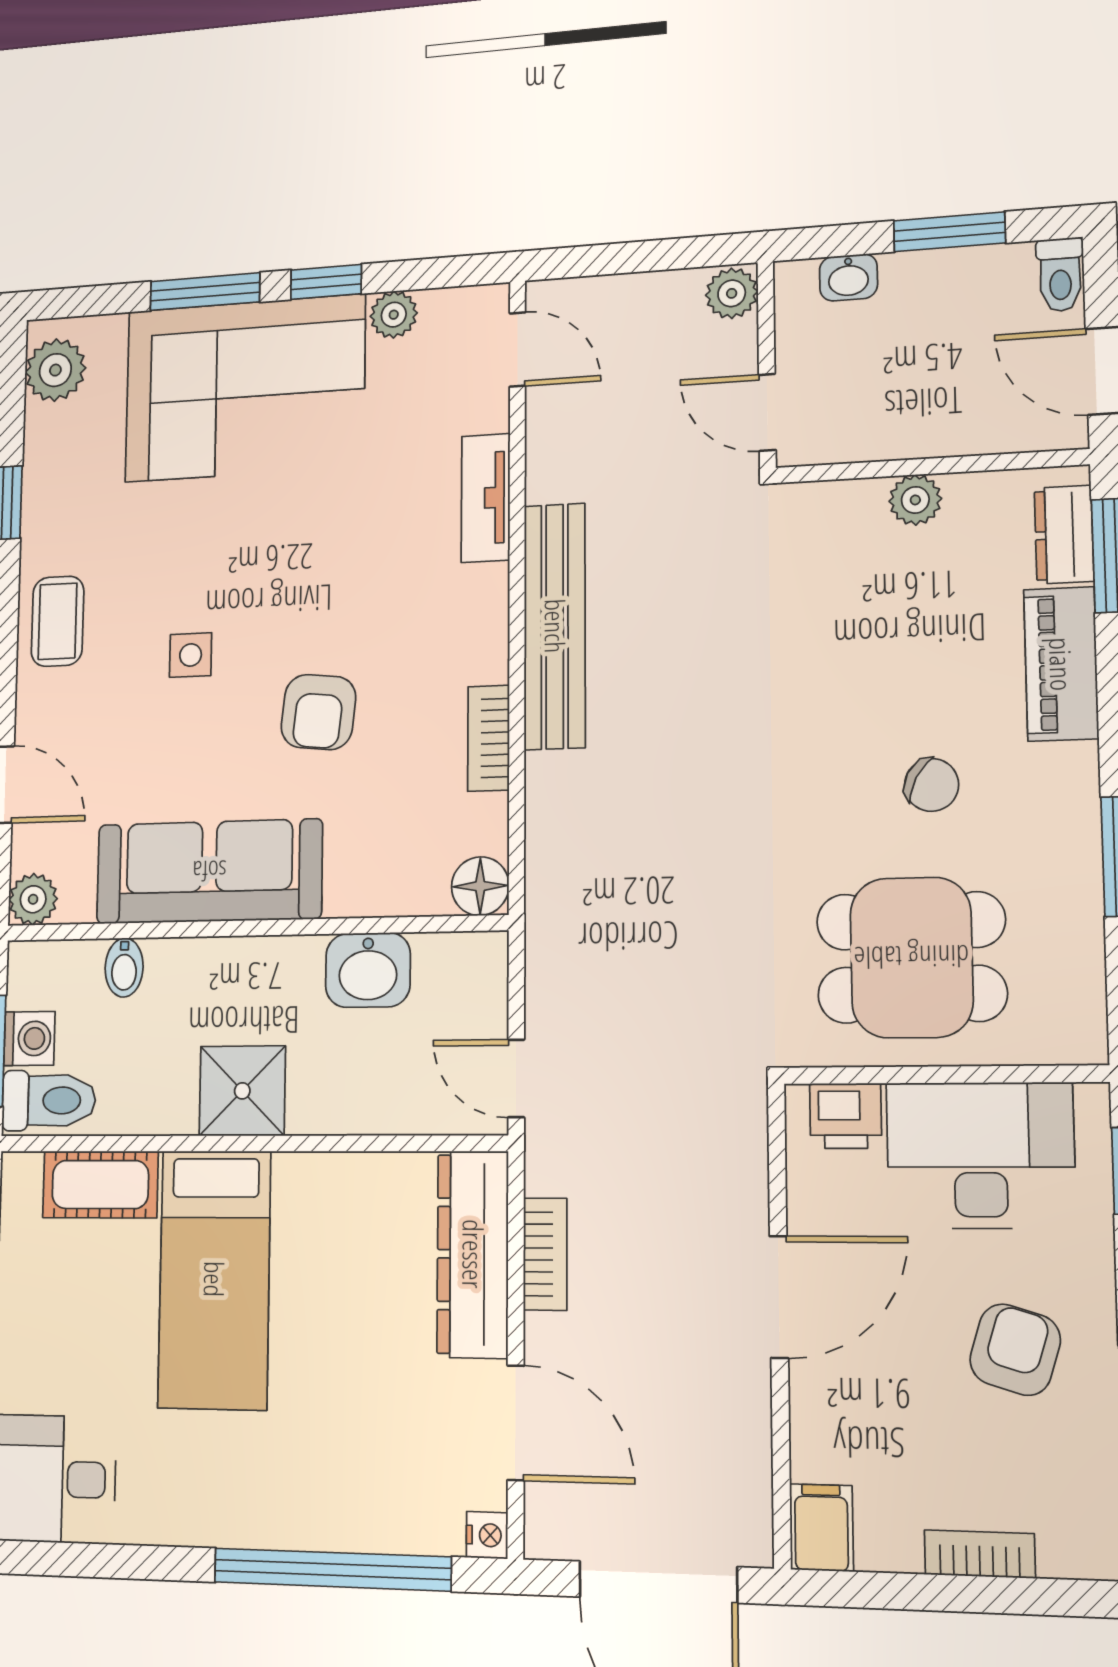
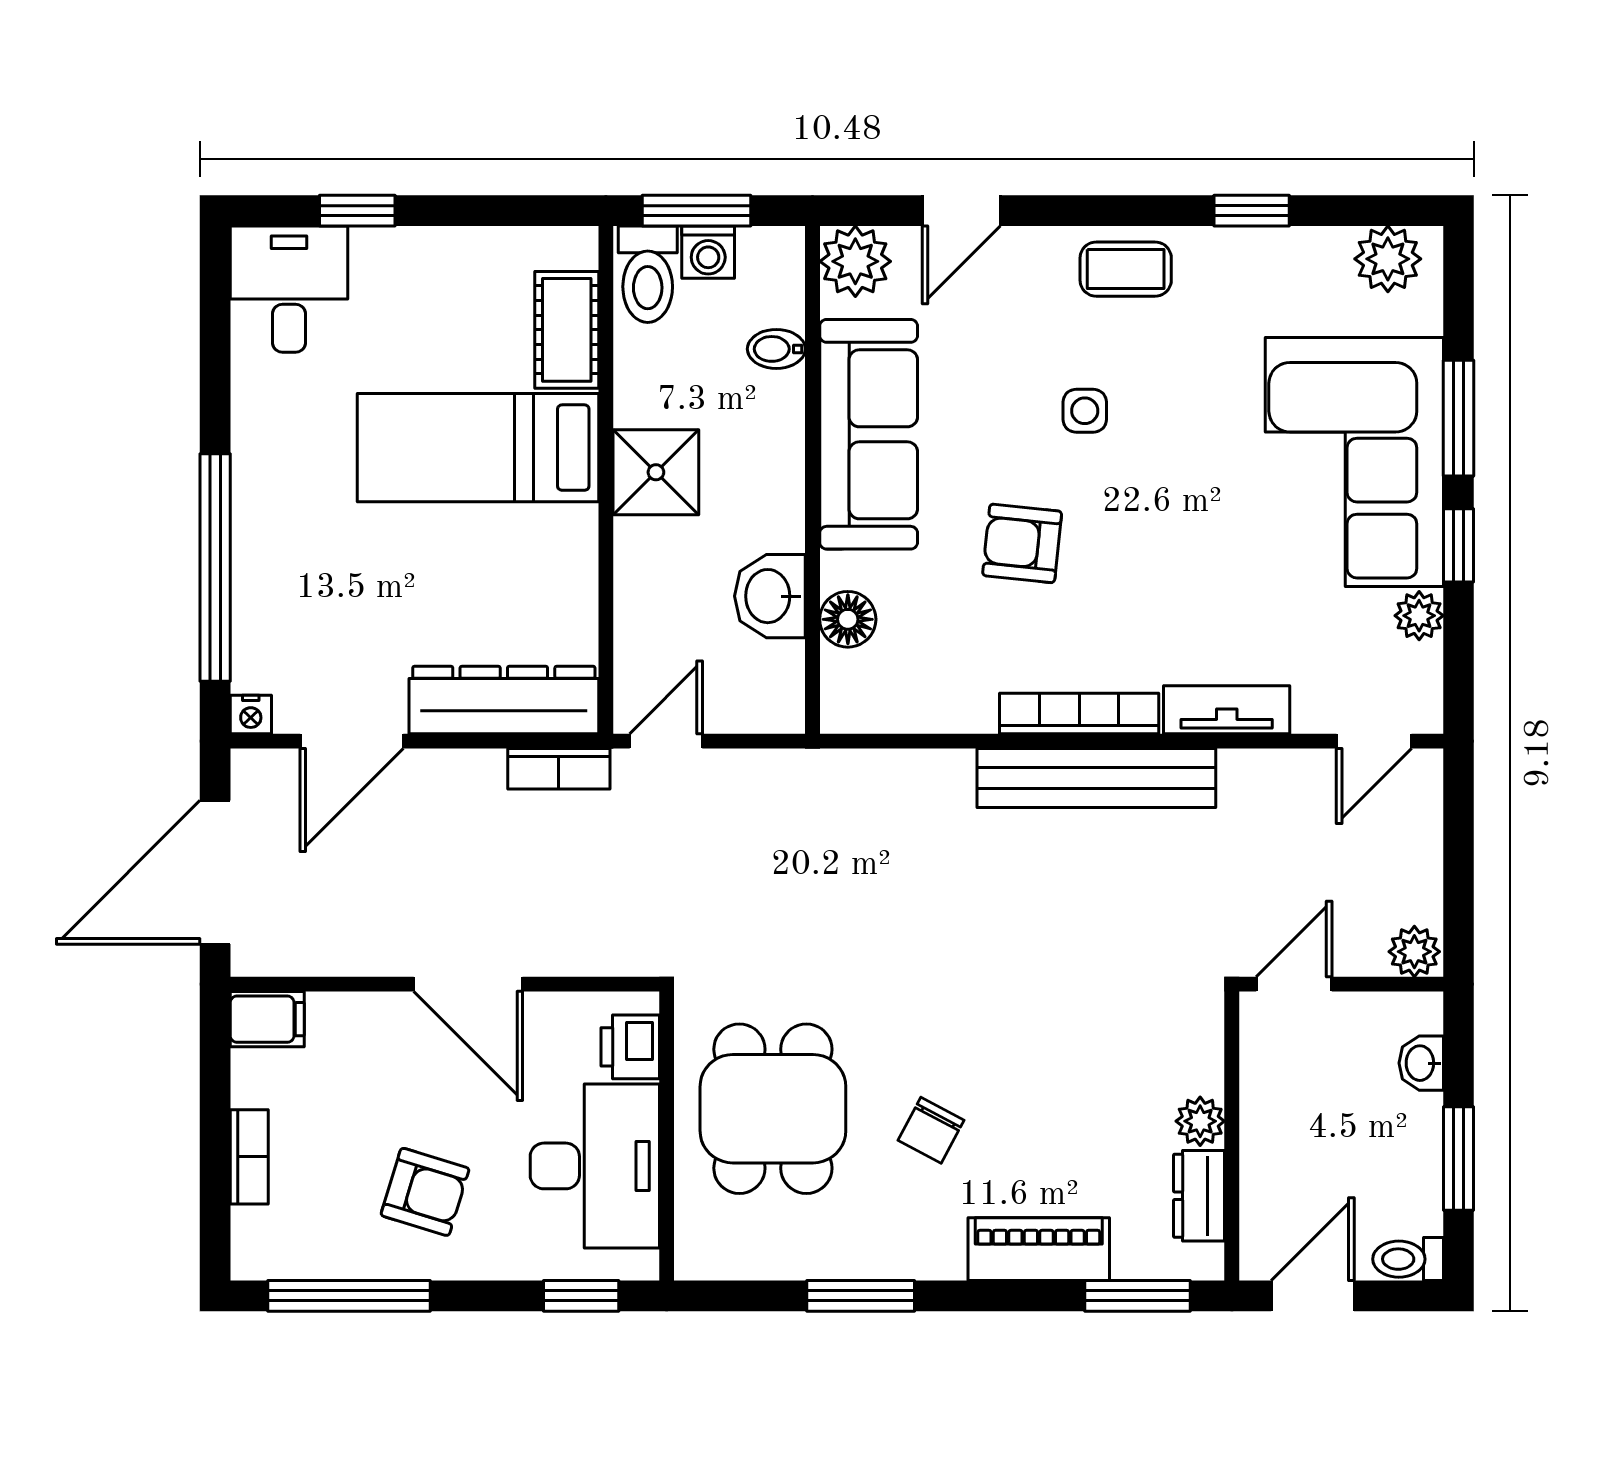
dresser: (1064, 535) -> (1199, 1196), moved, turned -90
bookcase: (489, 738) -> (1079, 713), moved, width x1.56
floor lamp: (480, 886) -> (848, 619), moved
plant: (33, 899) -> (855, 261), width x1.38, depth x1.38
bookcase: (545, 1254) -> (559, 769), moved

